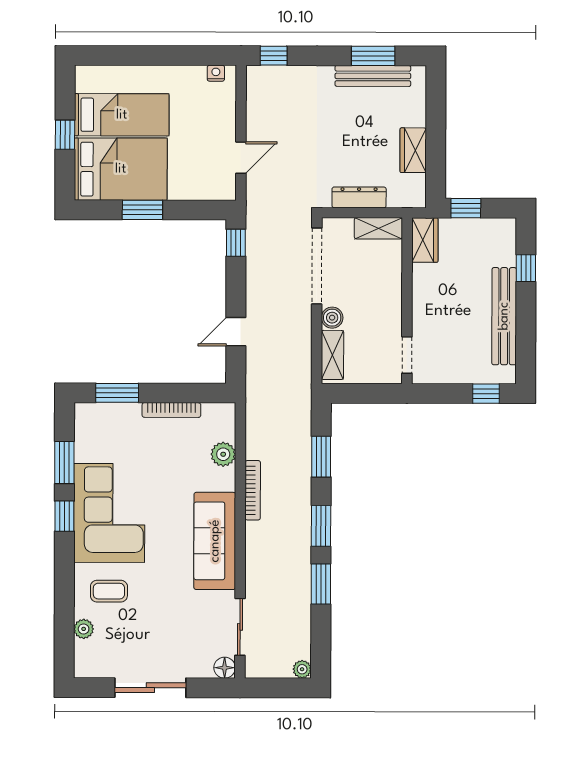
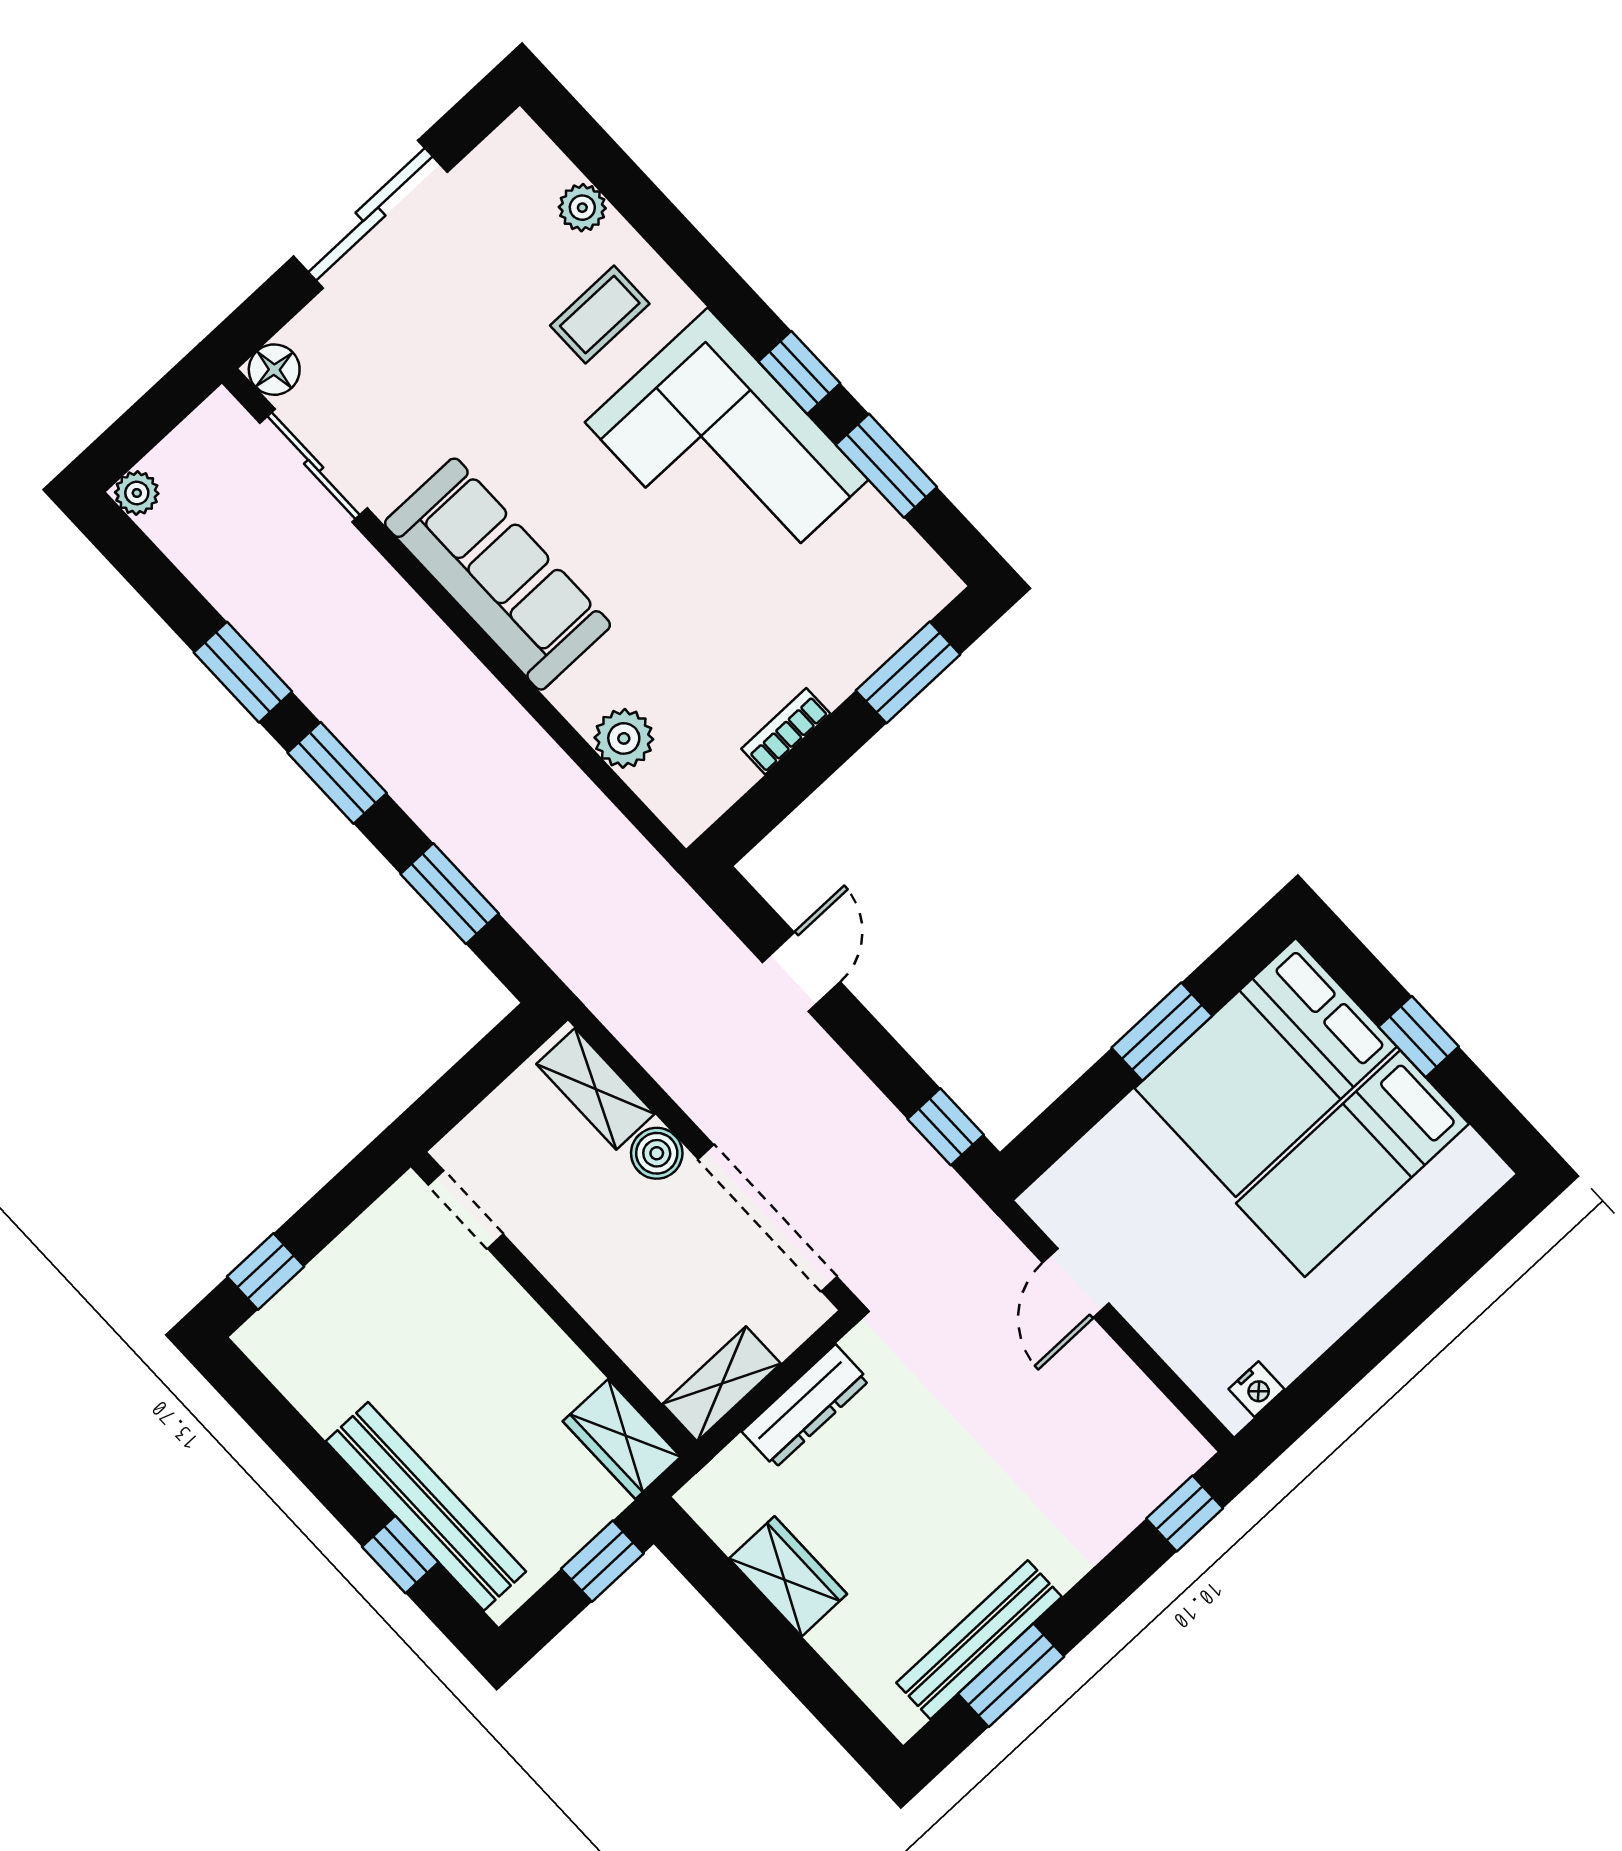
bench: (504, 316) -> (426, 1506), moved
bookcase: (171, 410) -> (786, 731), width x0.64
bookcase: (253, 490) -> (514, 724), removed

